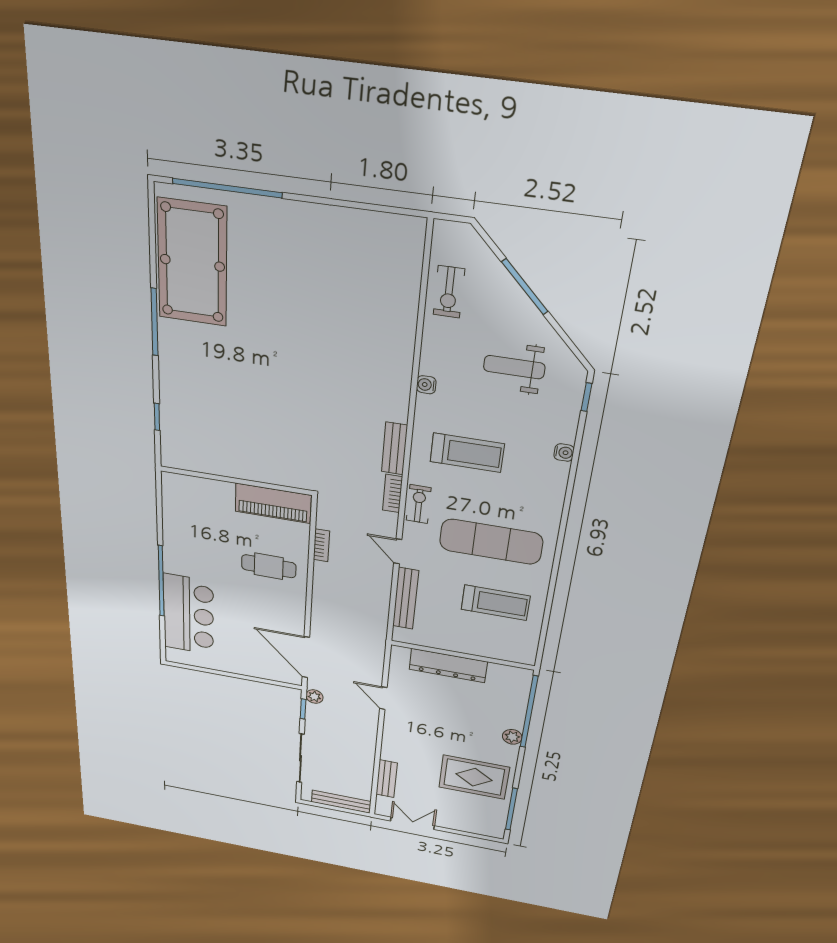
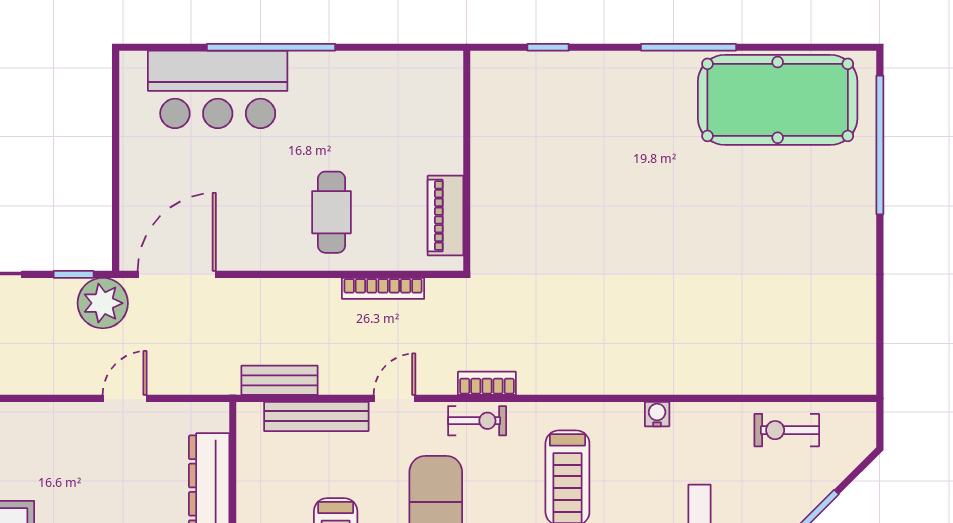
bench: (394, 448) -> (280, 380), moved
piano: (273, 503) -> (445, 216), width x0.73, depth x0.75
bookcase: (321, 545) -> (383, 288), width x1.56
plant: (314, 697) -> (103, 303), width x1.88, depth x1.88

